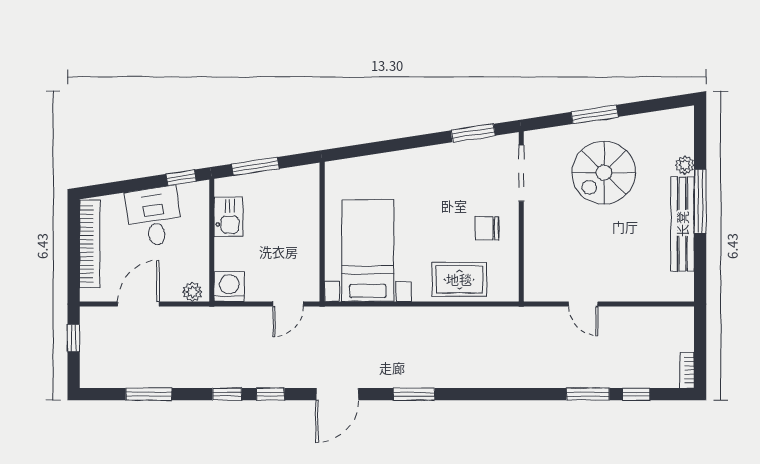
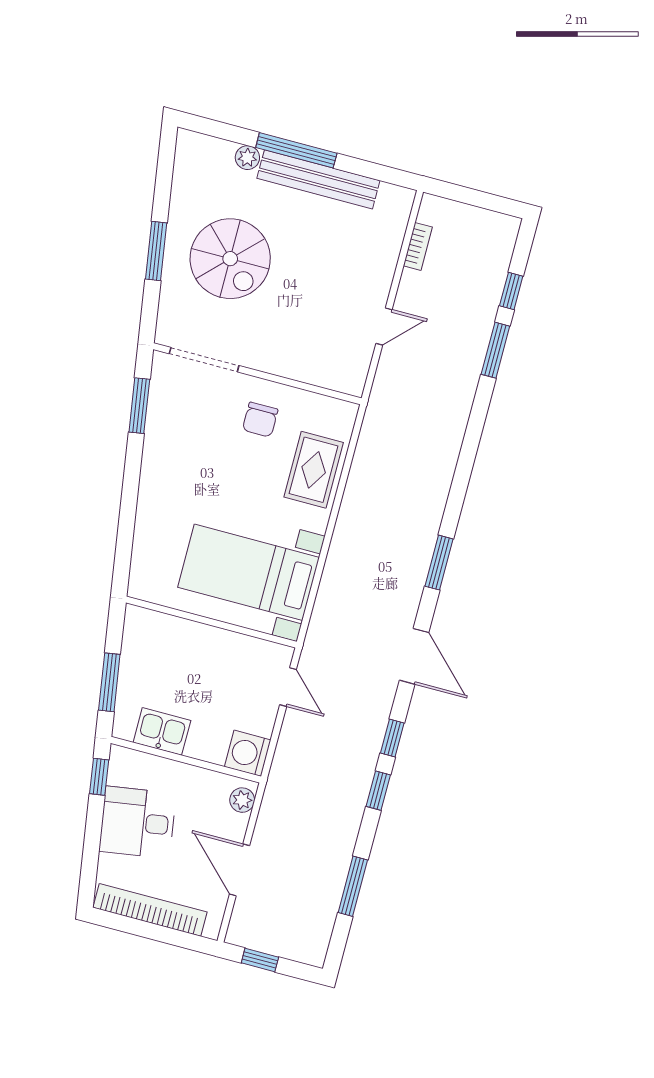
bookcase: (687, 370) -> (418, 246), moved, turned -90

